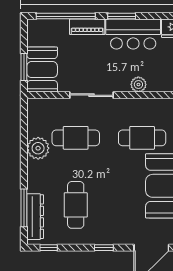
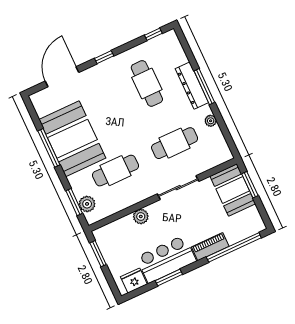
window: (122, 16) -> (169, 277), moved
plant: (38, 148) -> (211, 121), width x0.53, depth x0.53
window: (24, 208) -> (204, 87), moved
dresser: (35, 217) -> (192, 86), moved

